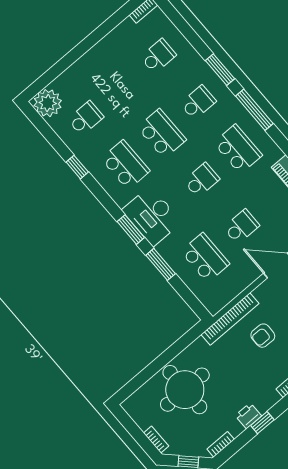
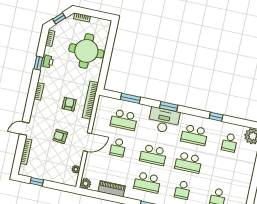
school desk: (202, 180) -> (153, 155), width x1.85
window: (161, 264) -> (130, 98), moved

